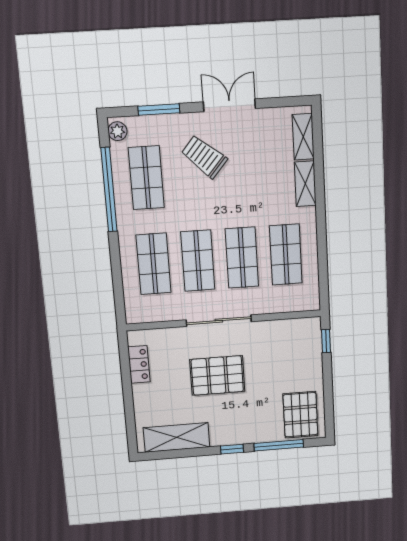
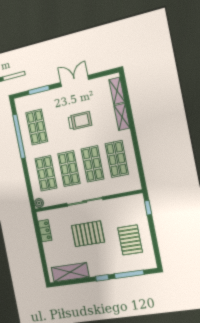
plant: (117, 131) -> (39, 203), moved
trolley: (204, 157) -> (80, 121), moved, turned 139
pallet: (300, 415) -> (130, 240), moved

